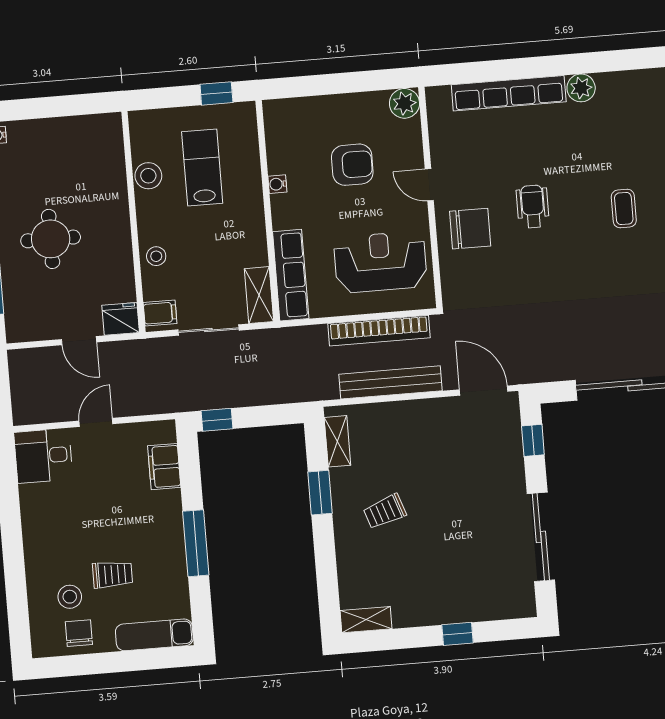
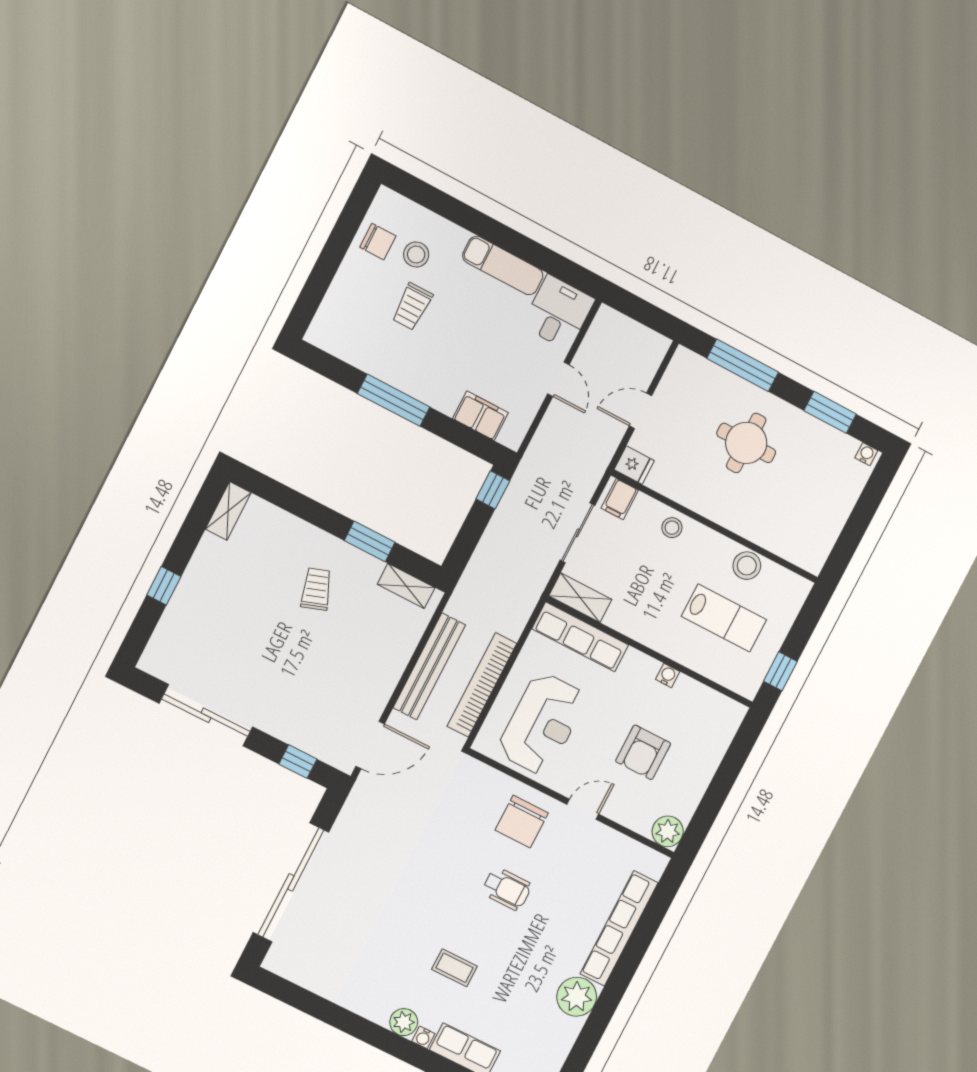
plant: (581, 88) -> (577, 997), width x1.36, depth x1.36
fridge: (121, 319) -> (634, 465), width x0.72
exam couch: (154, 635) -> (503, 266), moved, turned 90

